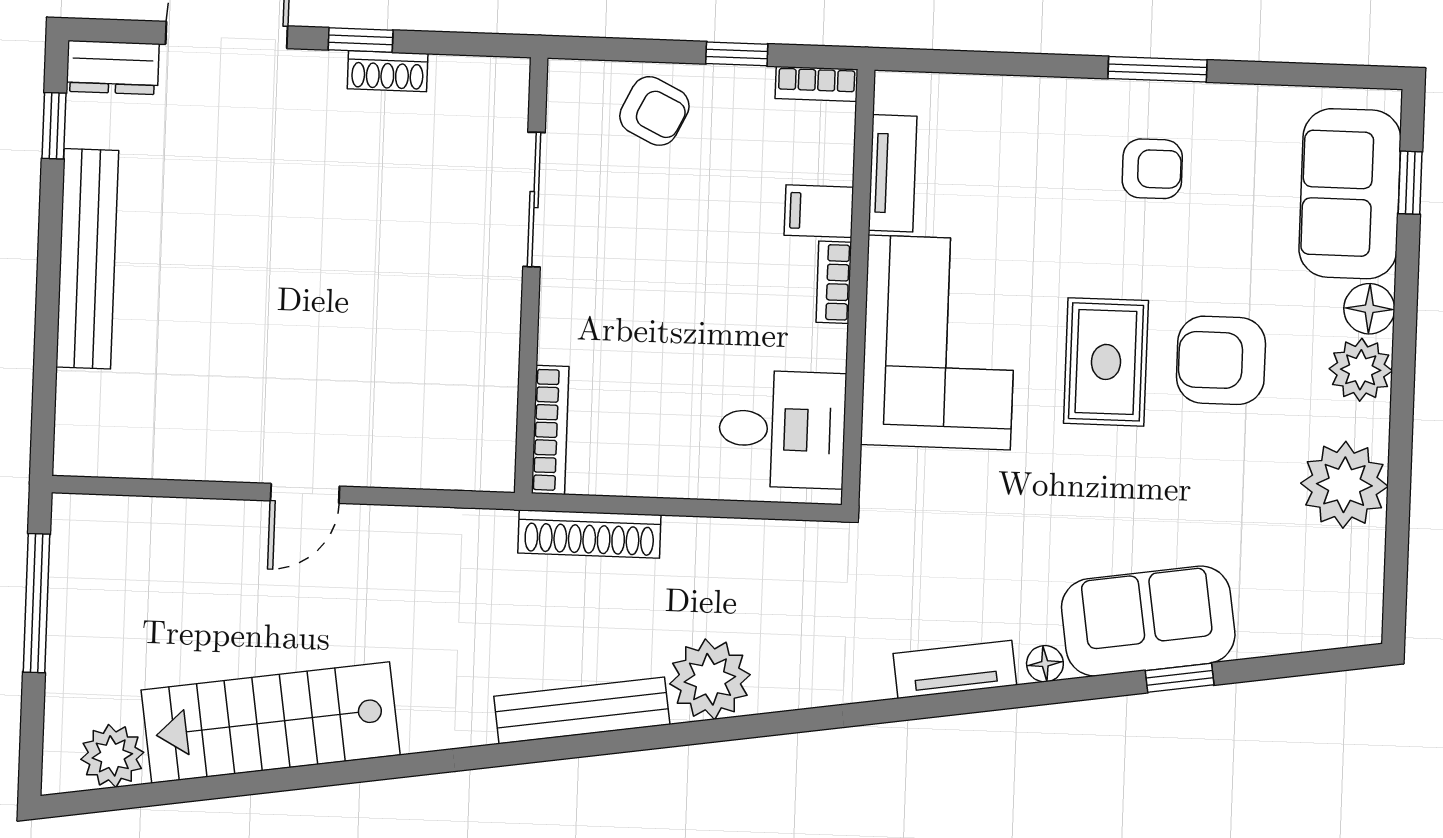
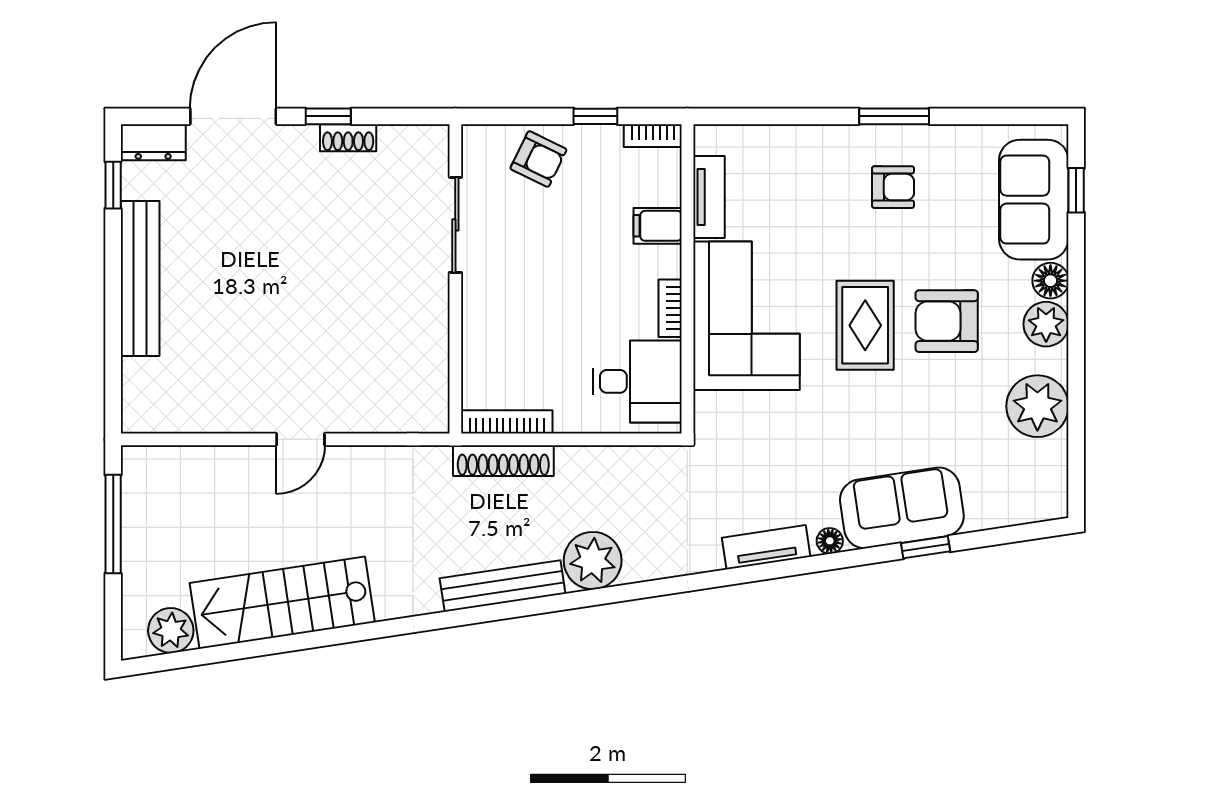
bookcase: (834, 282) -> (670, 308), moved
bookcase: (550, 430) -> (507, 422), moved, turned -90

